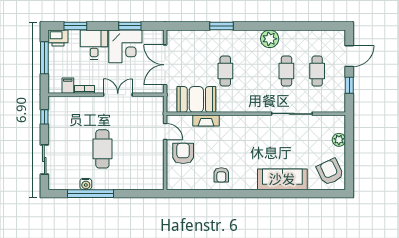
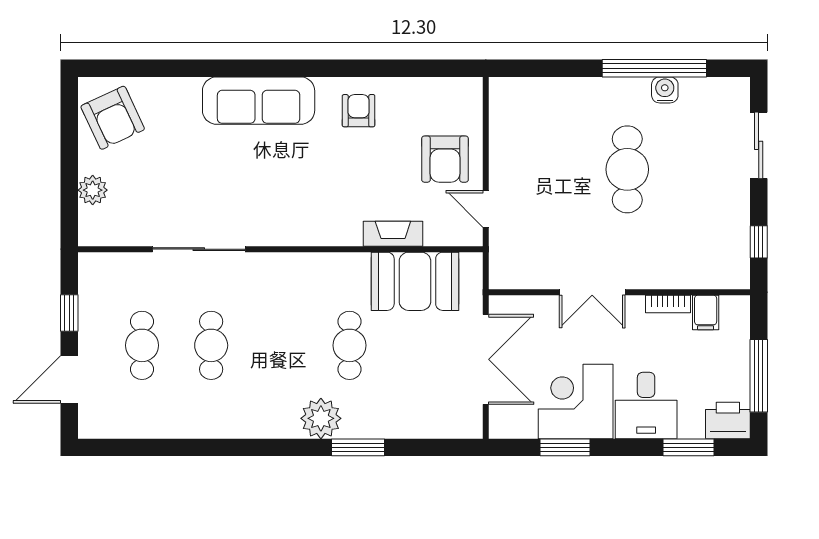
plant: (270, 39) -> (321, 418), moved
sofa: (282, 179) -> (259, 101), moved

